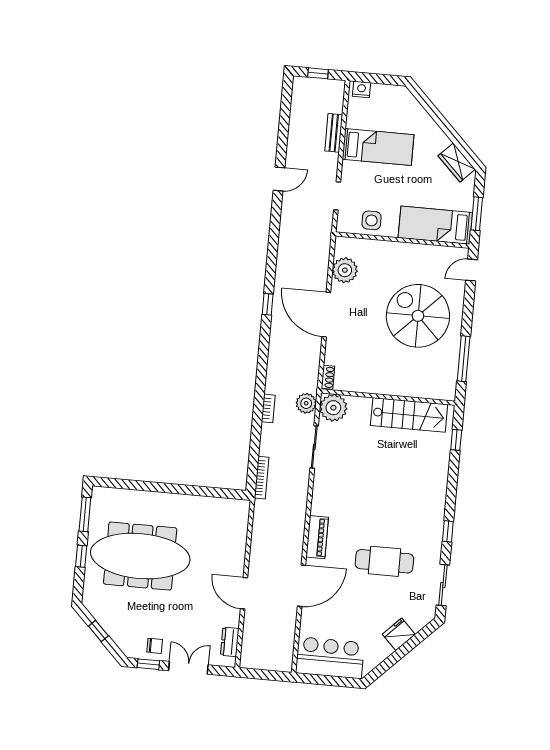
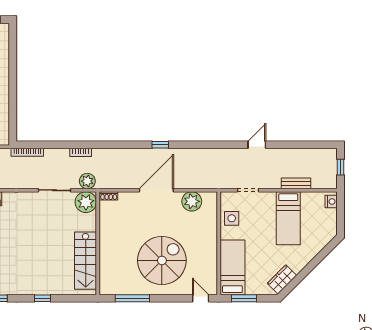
door: (279, 179) -> (257, 145), swing flipped
window: (456, 440) -> (42, 298), moved

